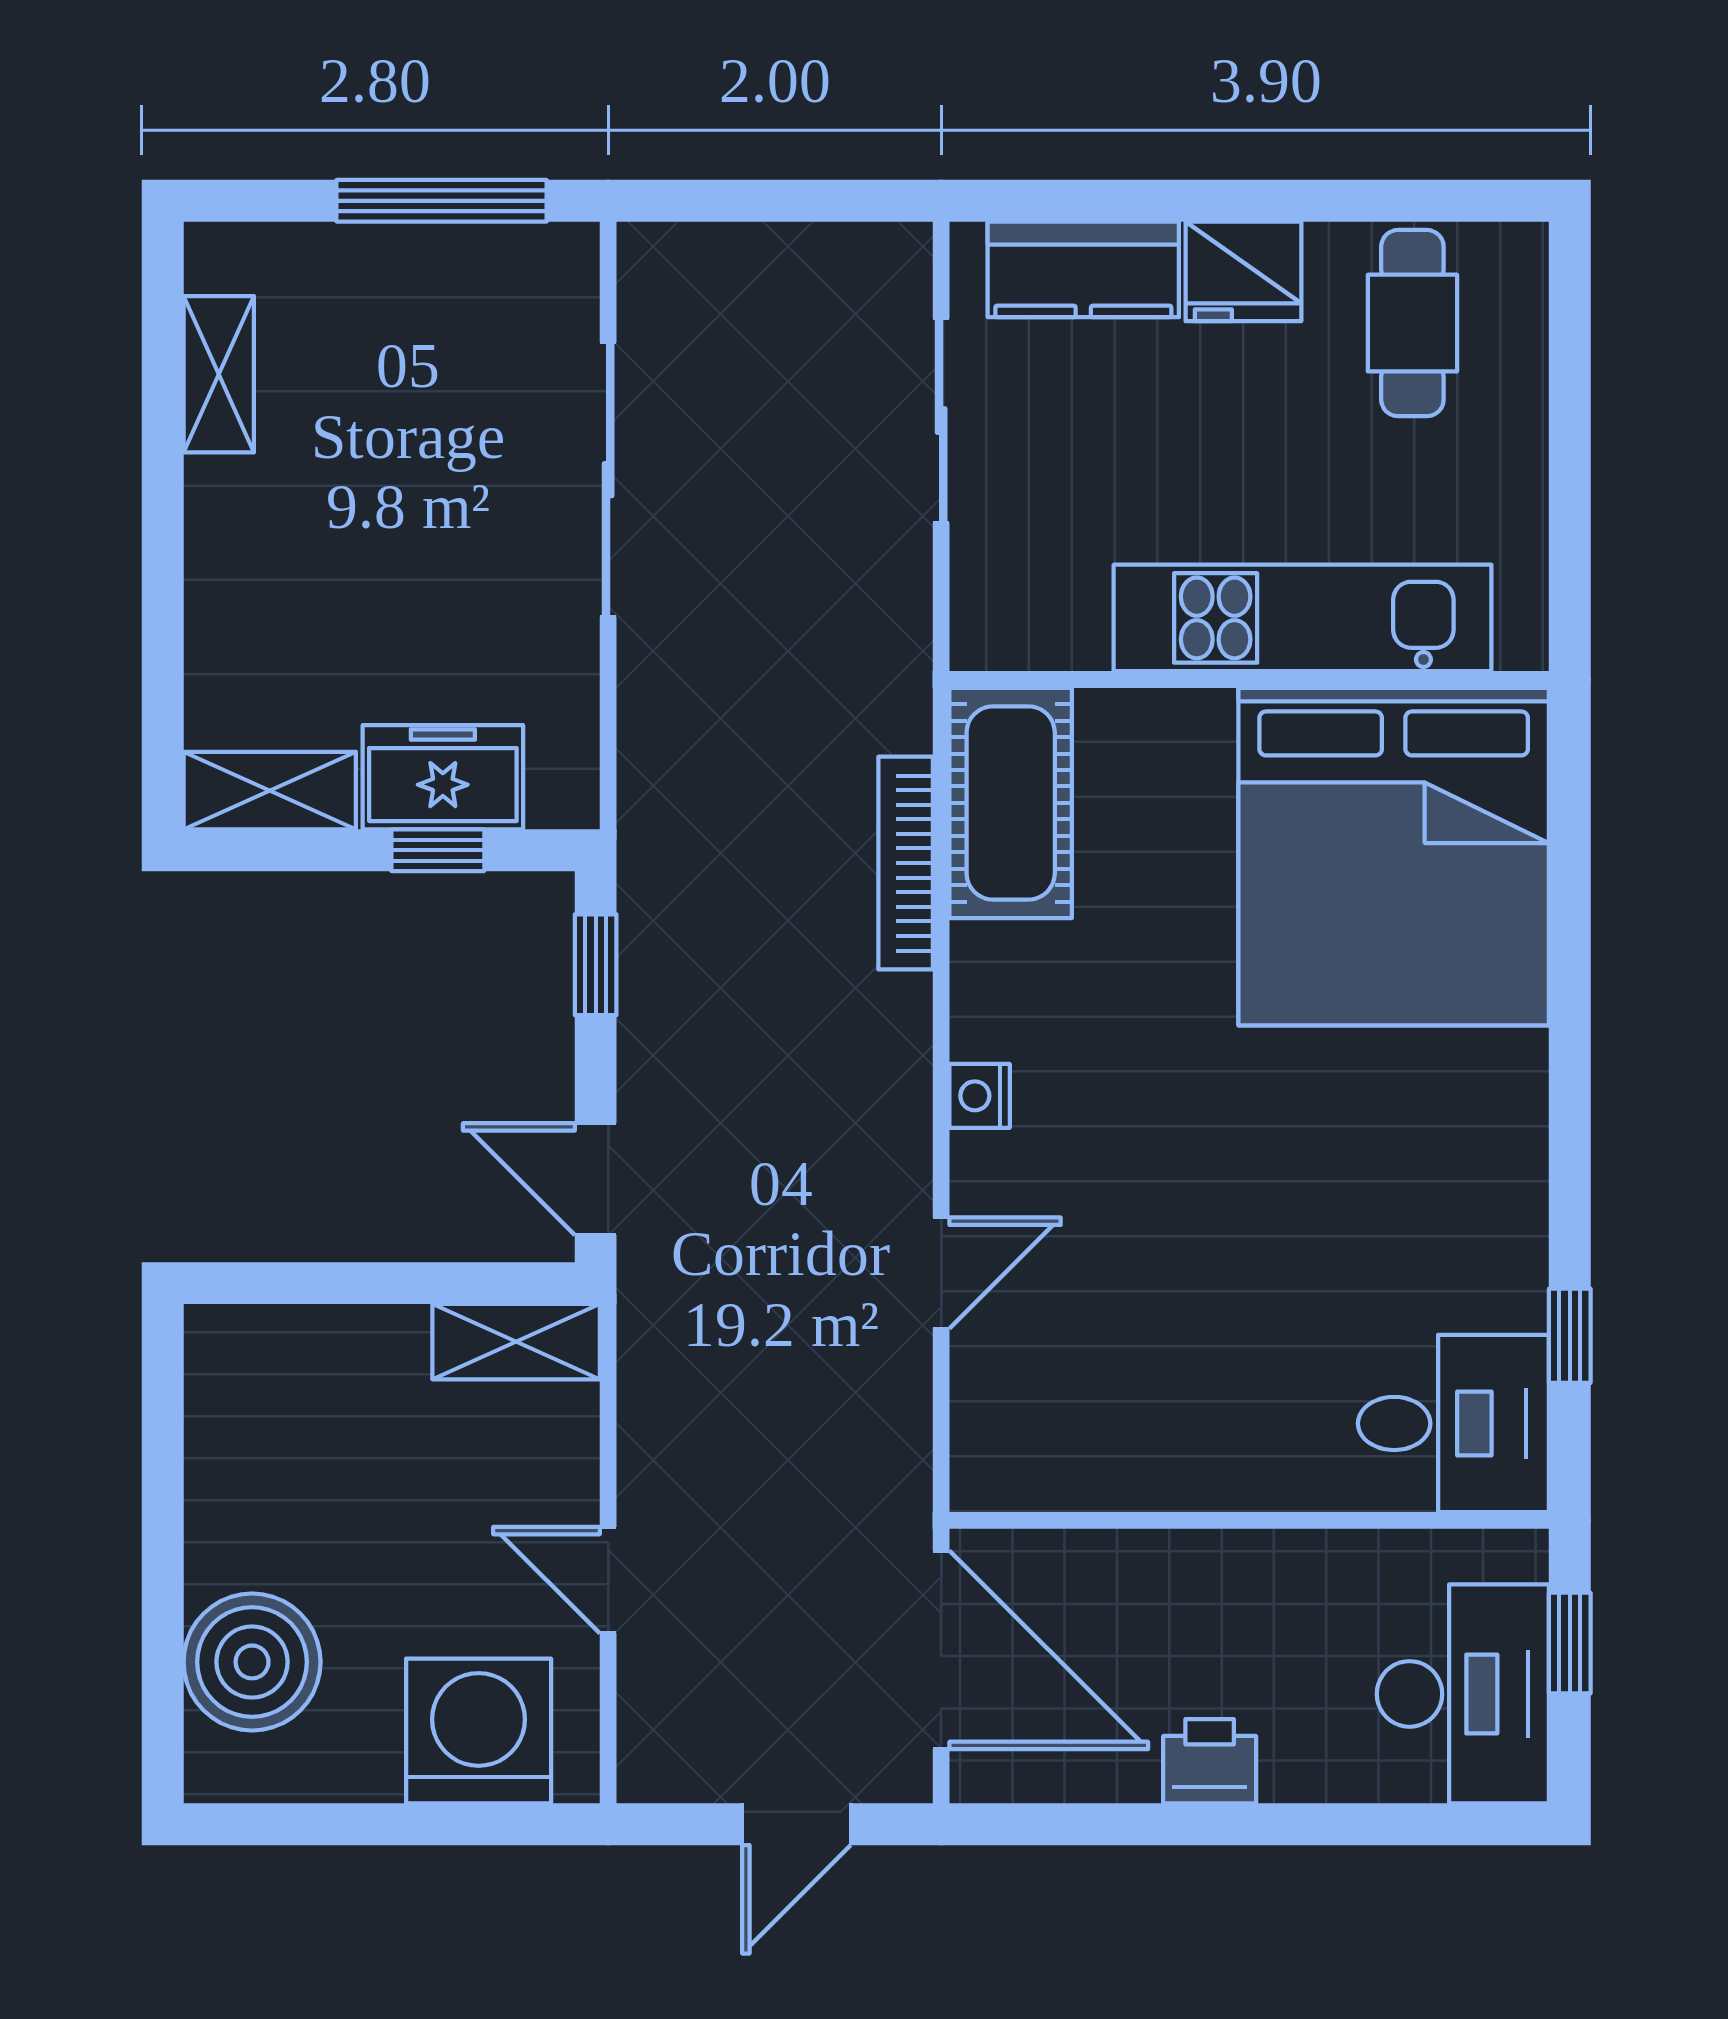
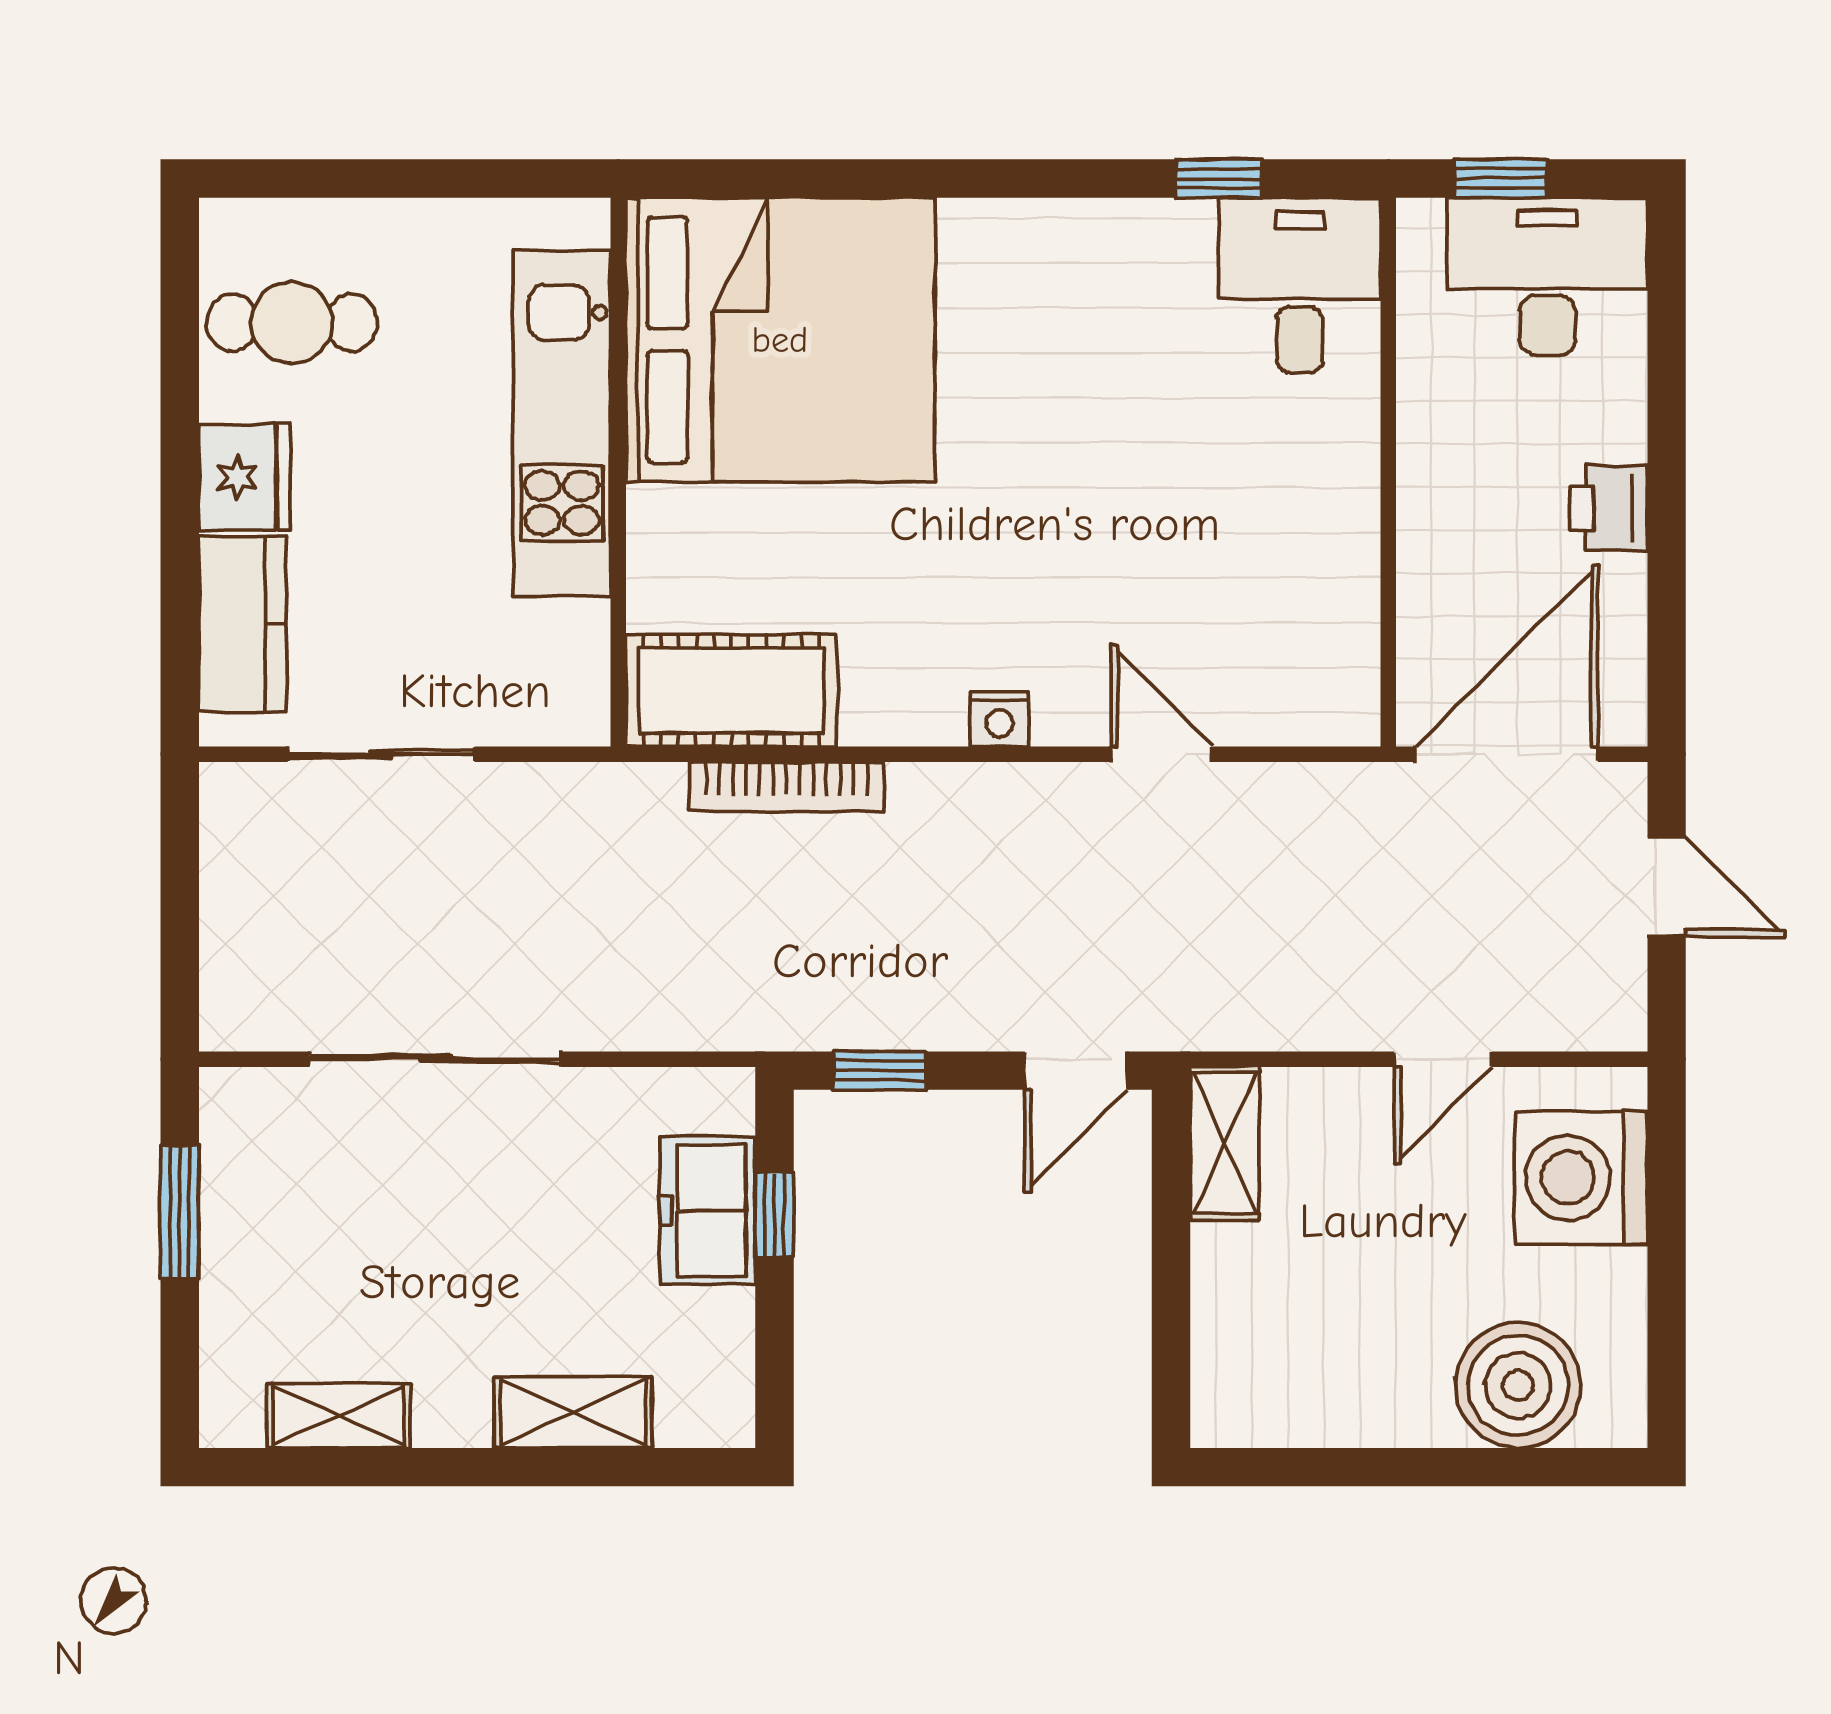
window: (442, 201) -> (180, 1212), width x0.69
shelving: (270, 791) -> (573, 1412), moved, turned 90

